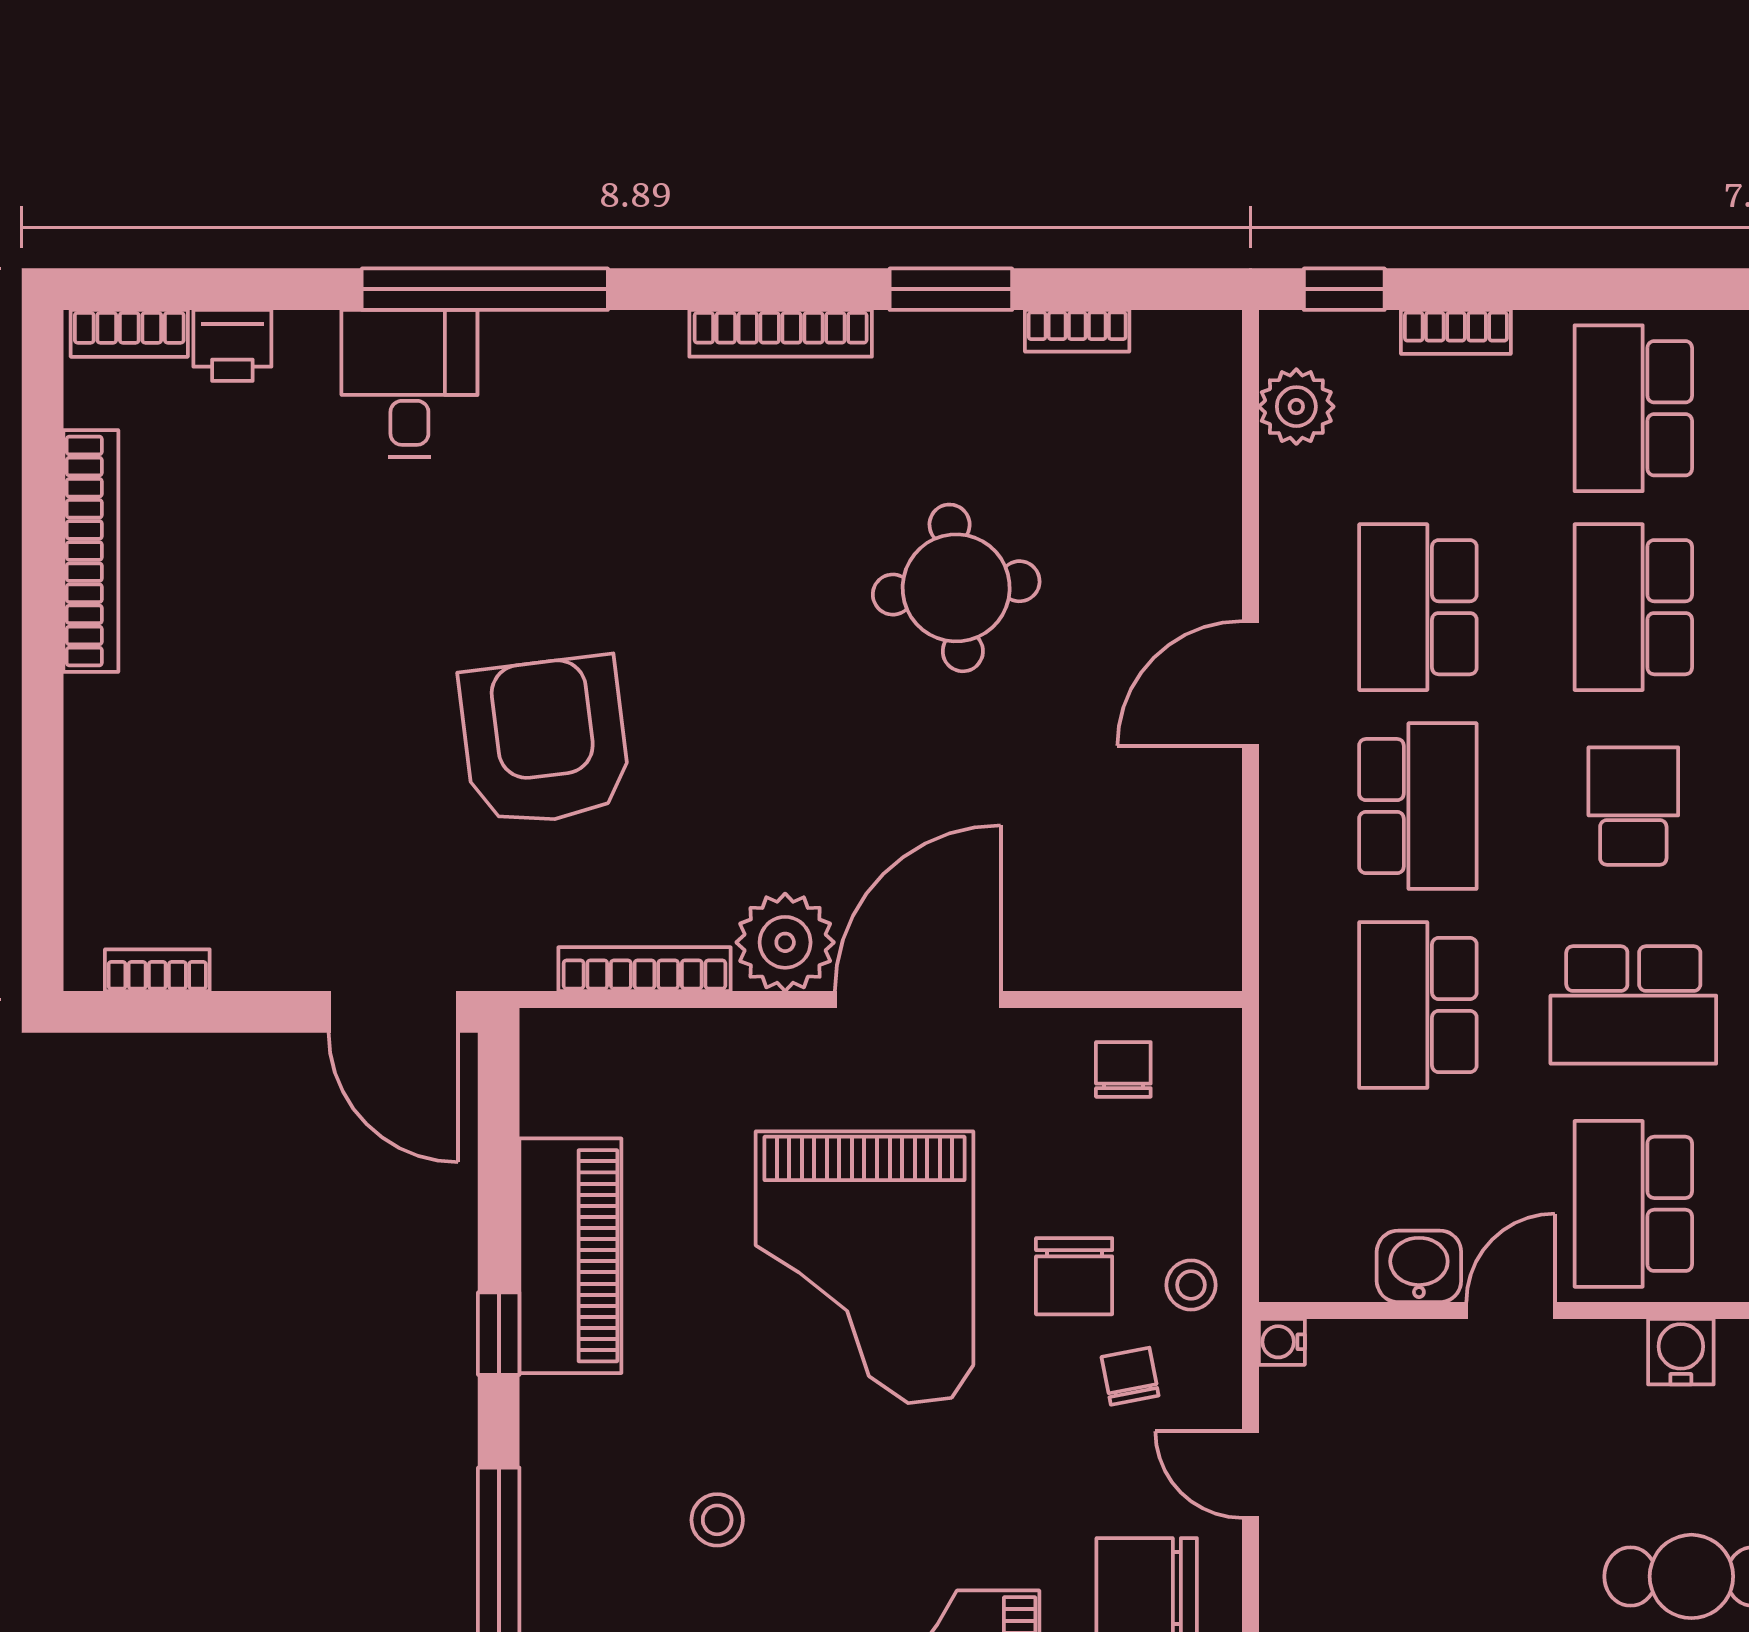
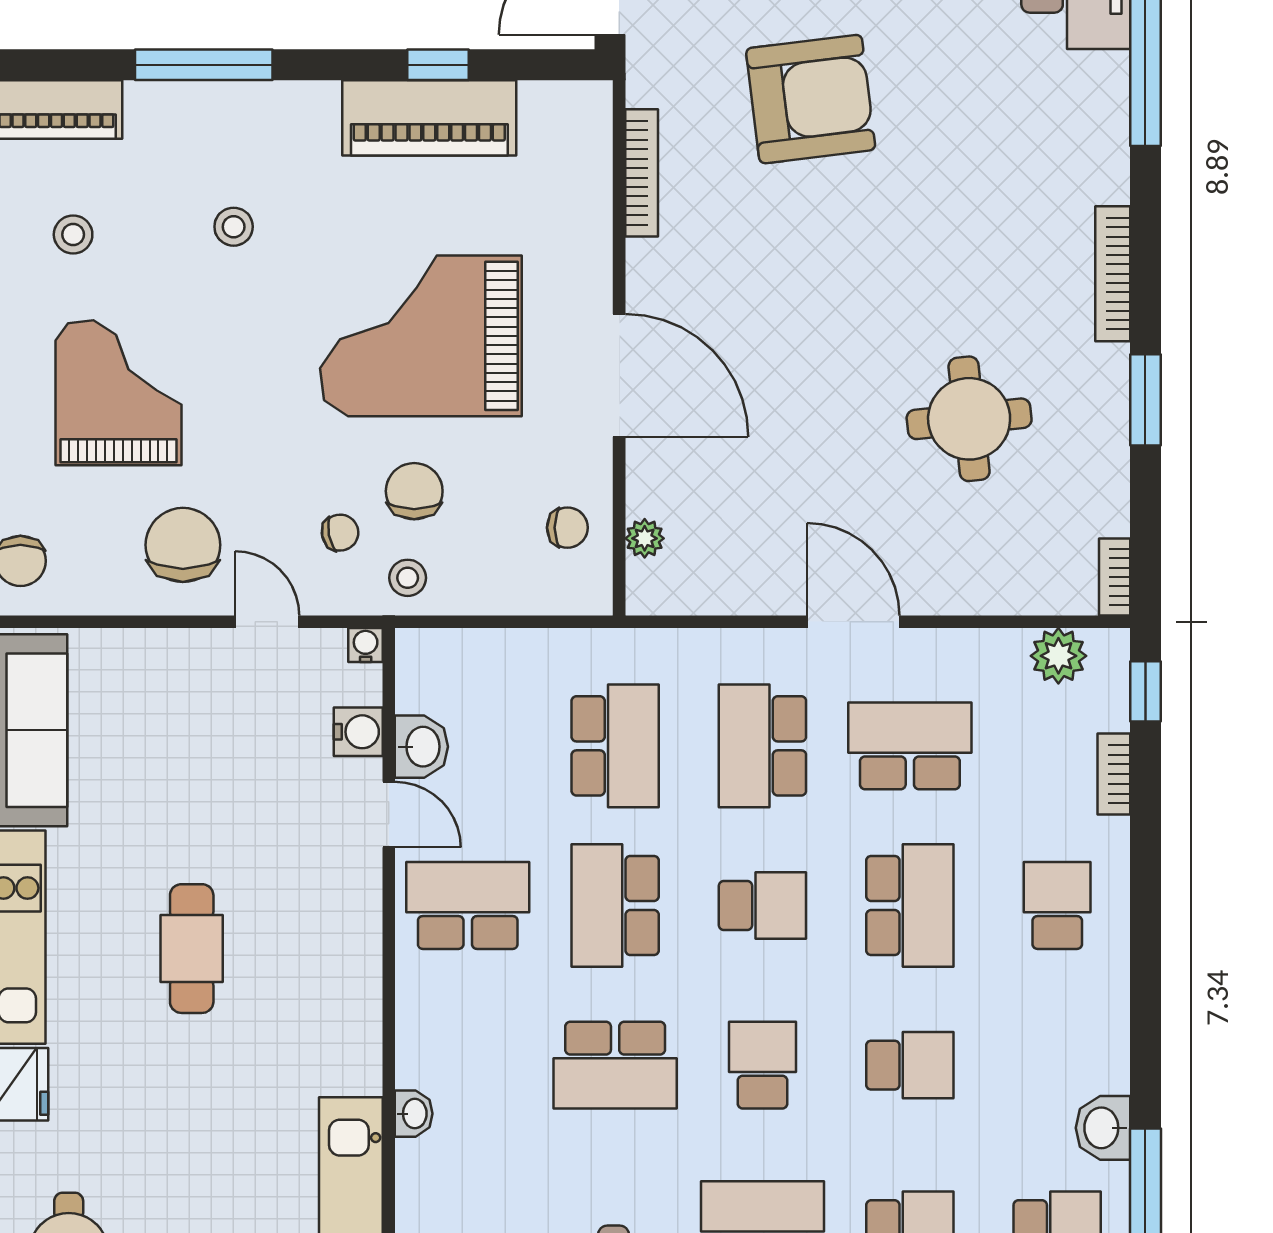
bookcase: (1077, 331) -> (1115, 577), moved
school desk: (1633, 408) -> (1057, 905), width x0.54
round table: (956, 588) -> (969, 419), moved
school desk: (1633, 607) -> (910, 905), turned 90
school desk: (1418, 806) -> (762, 746), turned 90
plant: (785, 942) -> (645, 538), moved, width x0.53, depth x0.53
school desk: (1418, 1005) -> (615, 746), turned 90
chair: (1074, 1276) -> (414, 491), turned 90
window: (499, 1334) -> (438, 65), moved
water cooler: (1681, 1352) -> (358, 732), moved
door: (1250, 1475) -> (267, 622), hinge flipped

